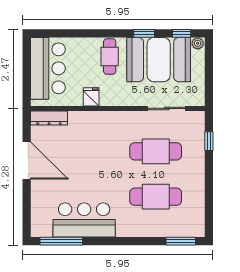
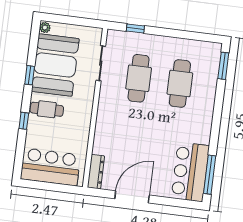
window: (182, 33) -> (24, 121), moved
fridge: (91, 97) -> (81, 131), removed
bar counter: (84, 220) -> (190, 172), moved

